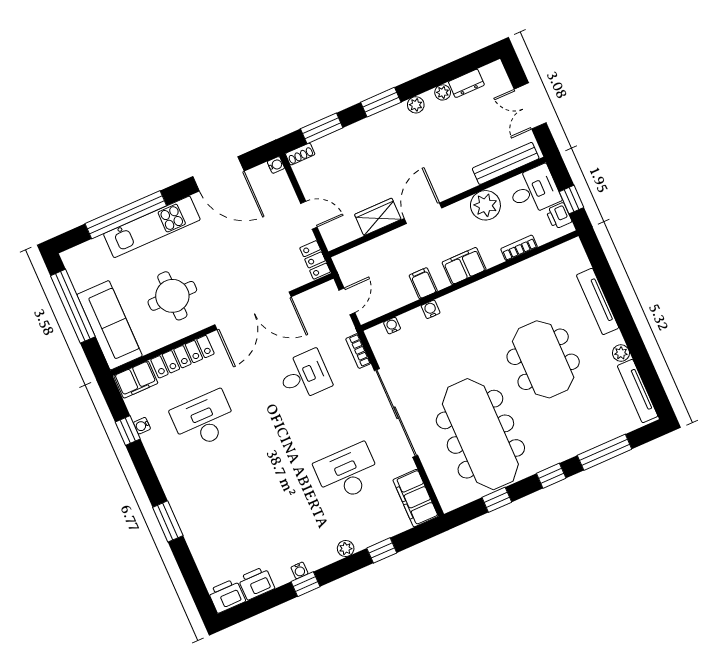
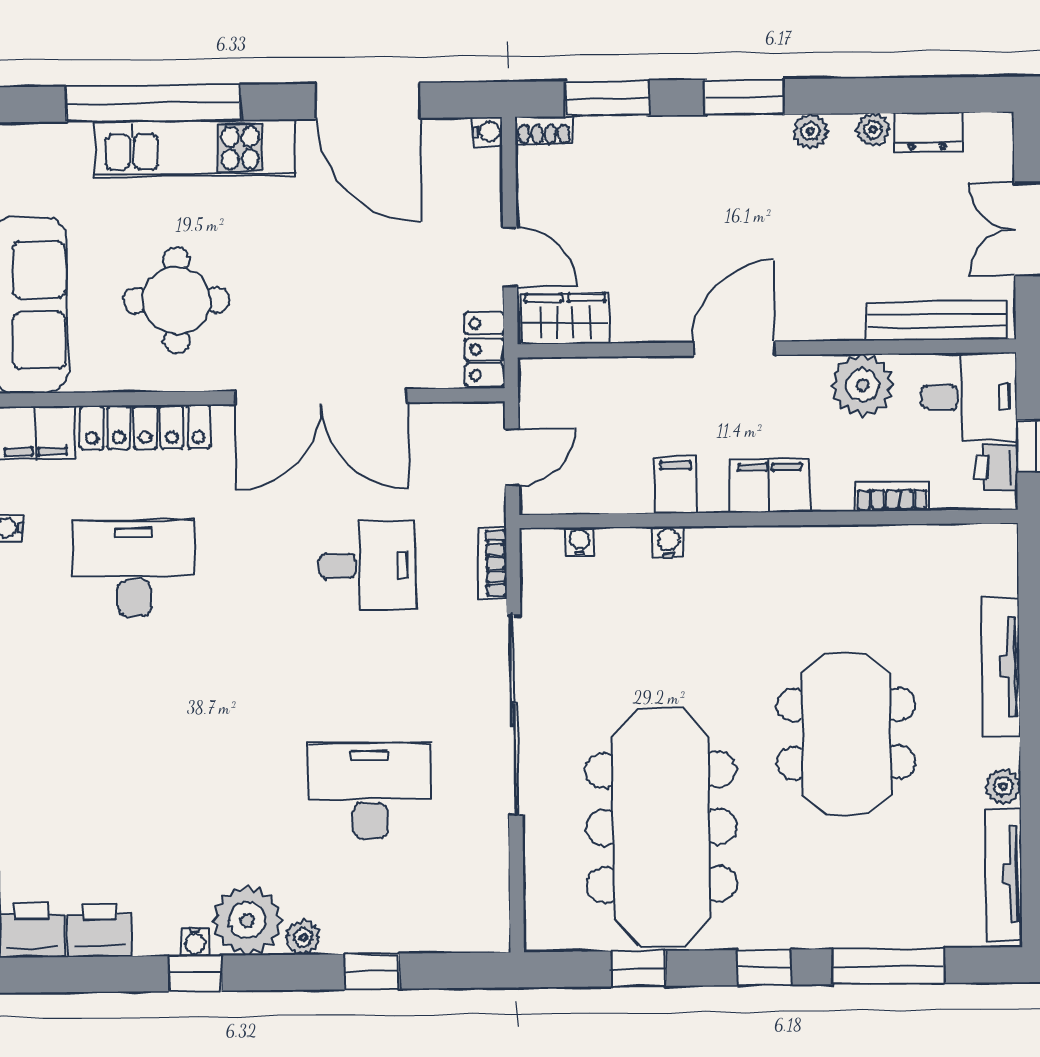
wardrobe: (378, 217) -> (565, 319), moved
filing cabinet: (416, 498) -> (481, 898), removed
plant: (318, 551) -> (247, 920), added

